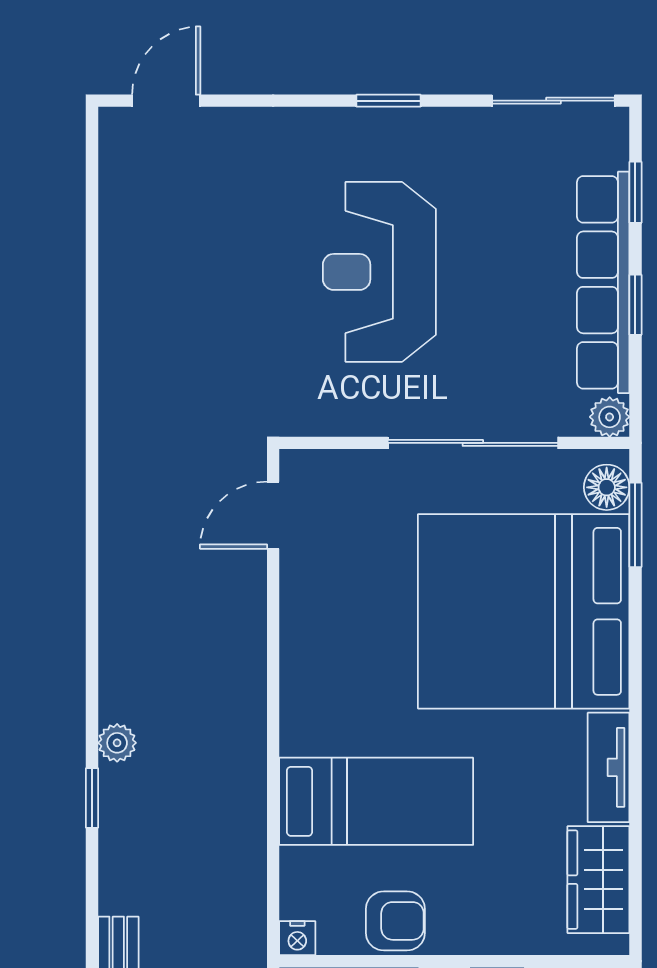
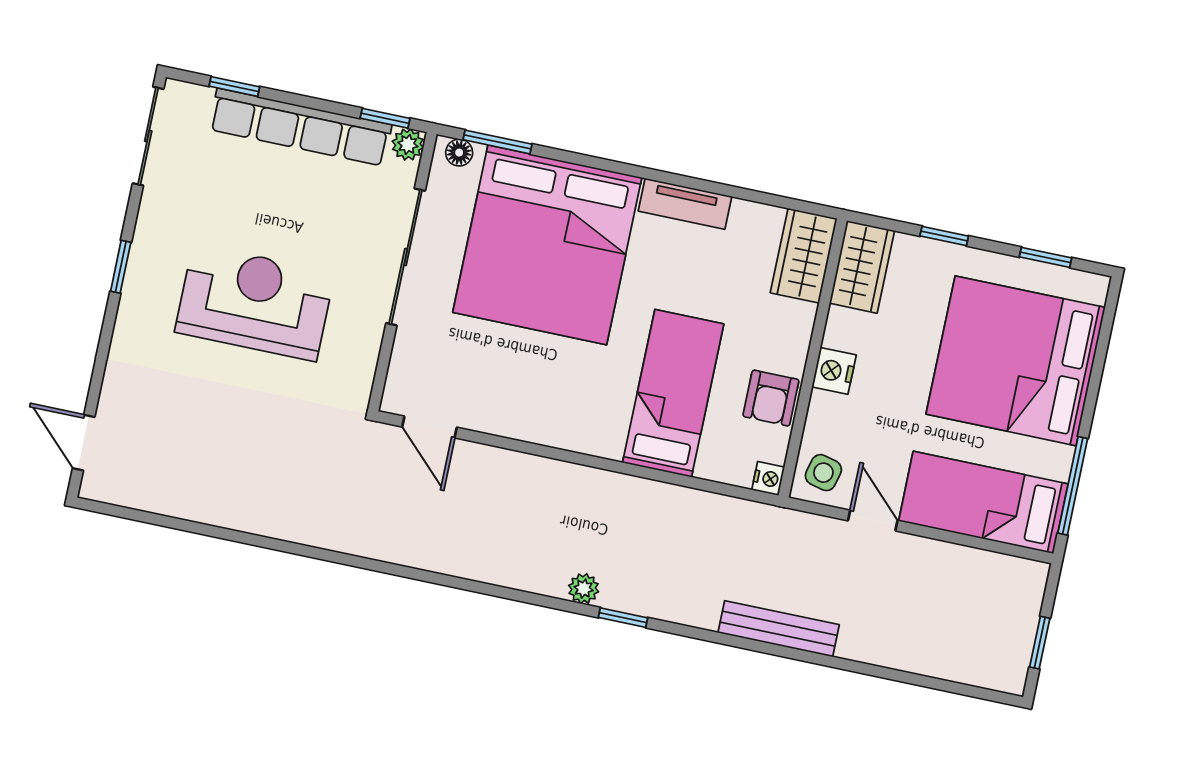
reception desk: (379, 272) -> (255, 302), turned 180
window: (635, 305) -> (385, 118), moved
floor lamp: (607, 487) -> (459, 153), width x0.73, depth x0.73
wardrobe: (598, 880) -> (804, 256), moved, turned 90
armchair: (395, 921) -> (771, 398), turned 180

